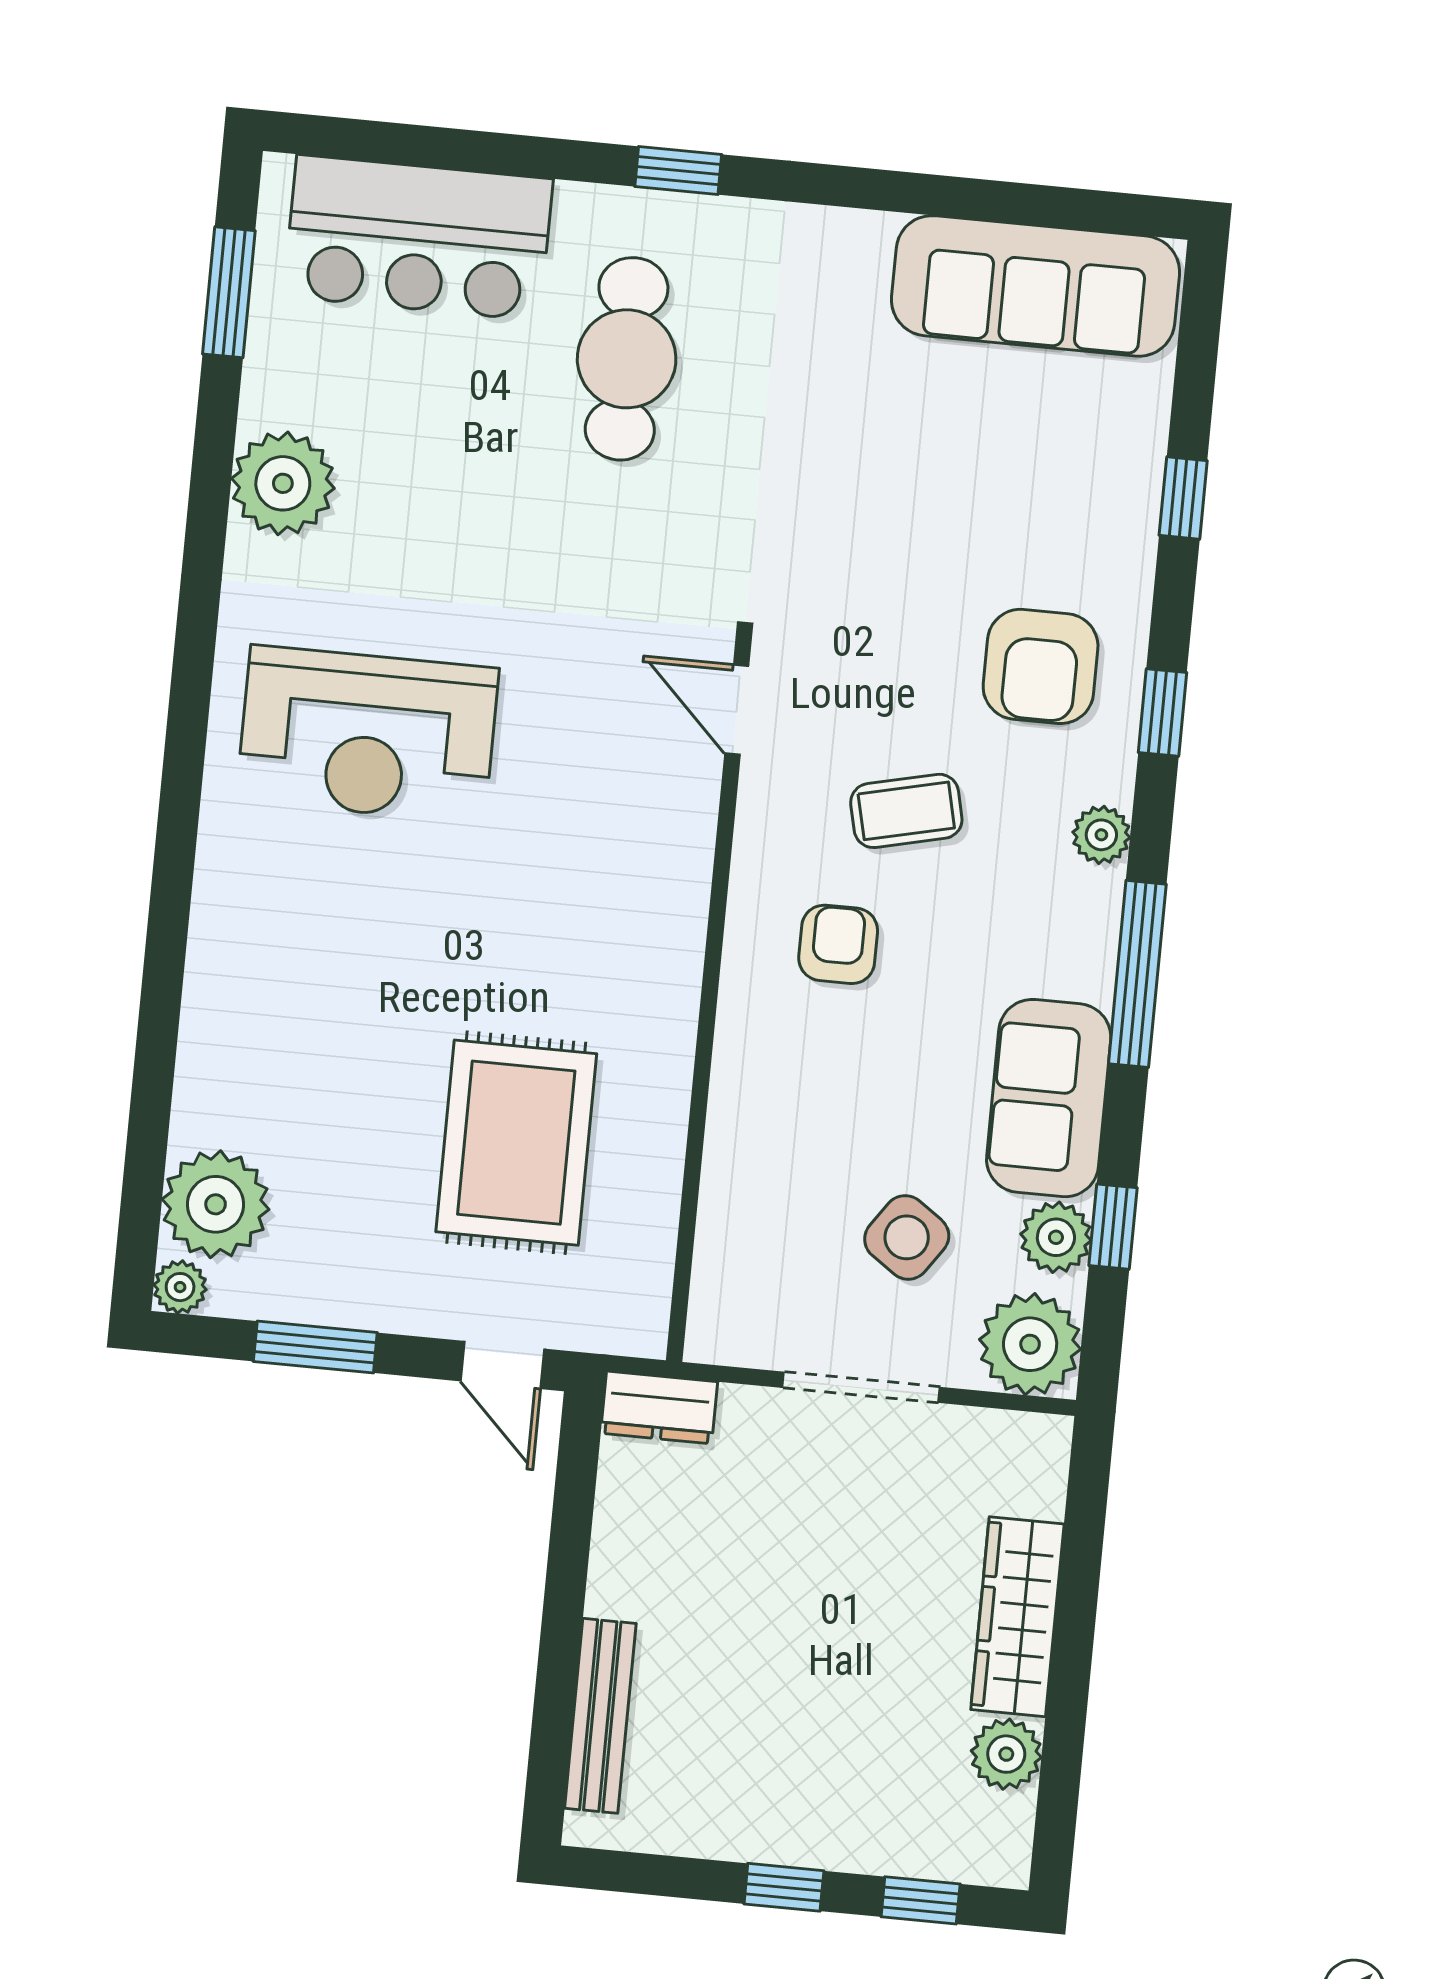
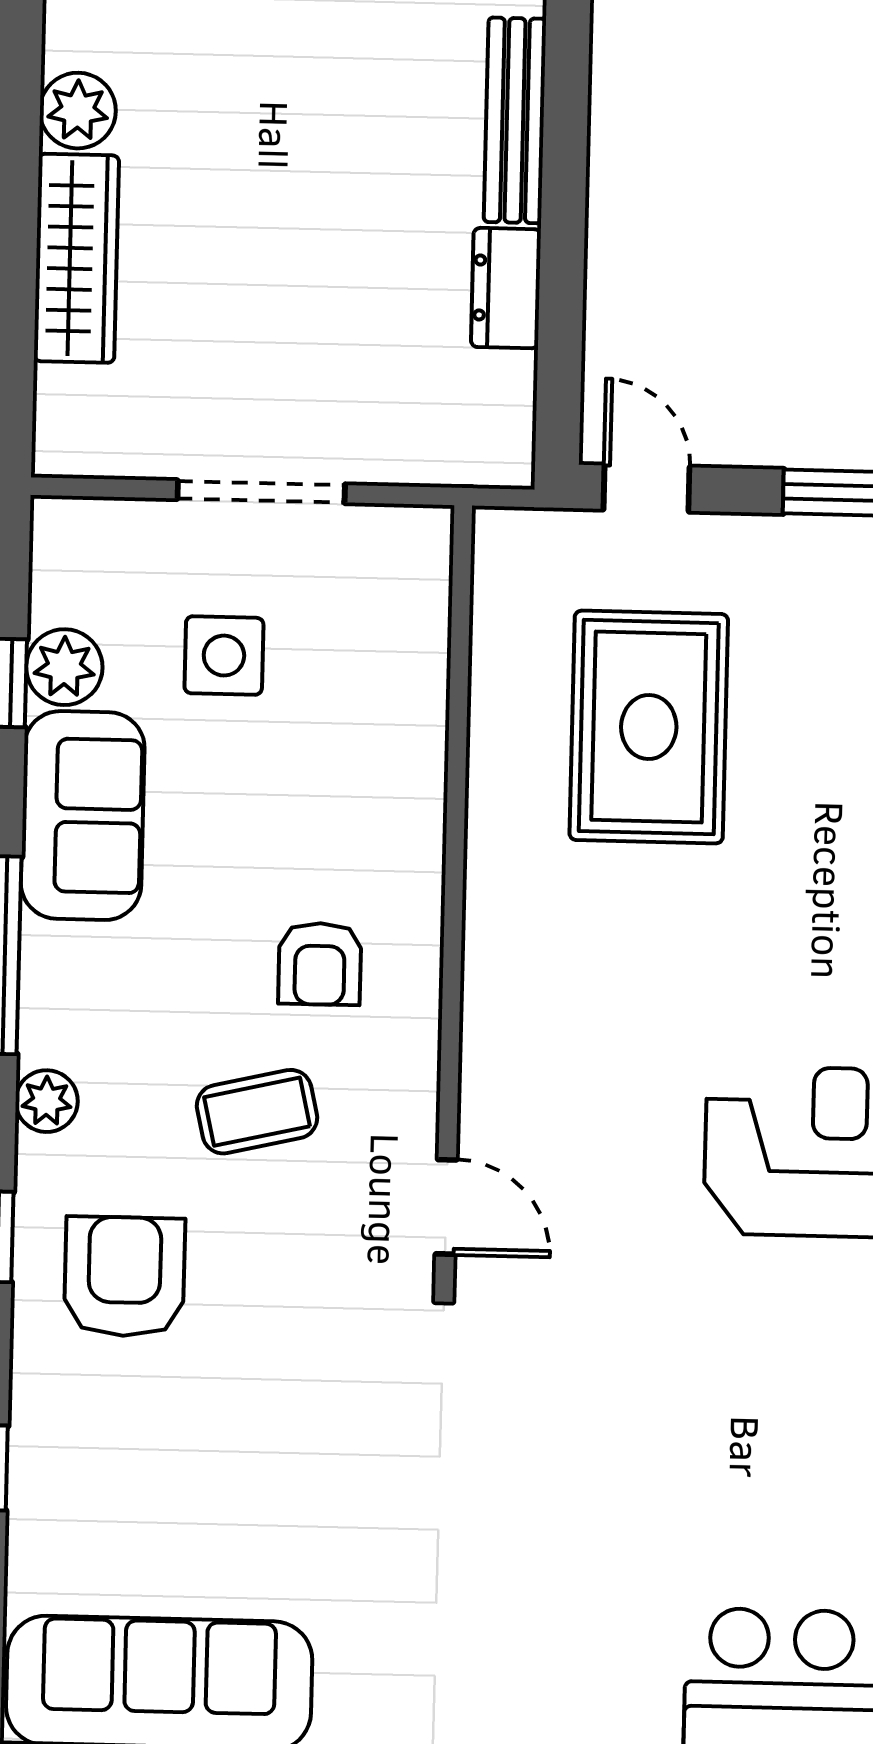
cafe table: (627, 359) -> (591, 1574), removed
side table: (907, 1237) -> (224, 656), turned -35
plant: (1030, 1344) -> (84, 551), removed
dresser: (659, 1408) -> (506, 288), moved, turned -90

